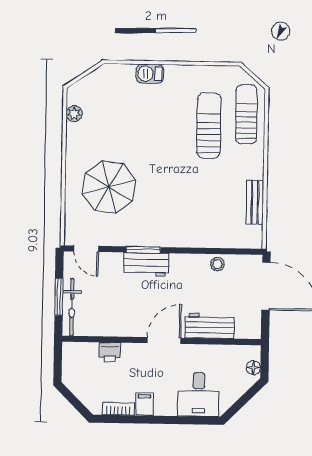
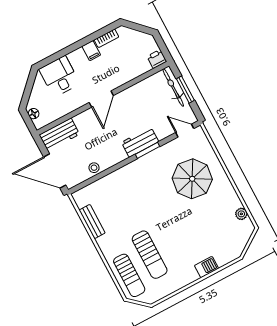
workbench: (210, 326) -> (59, 134), moved
printer: (110, 352) -> (157, 59), moved

